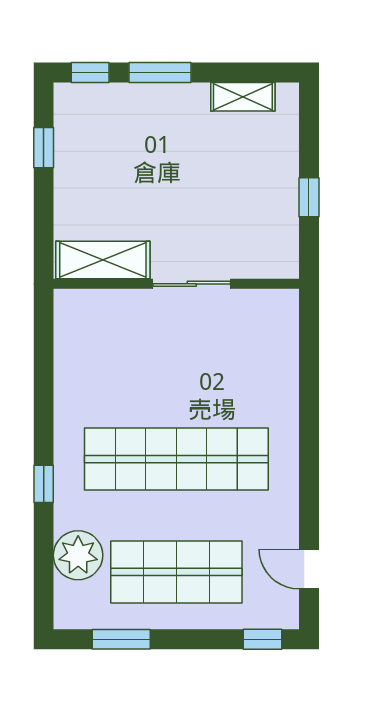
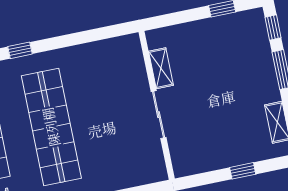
window: (309, 197) -> (243, 171), moved
shelving: (103, 260) -> (161, 68), width x0.67, depth x0.75

